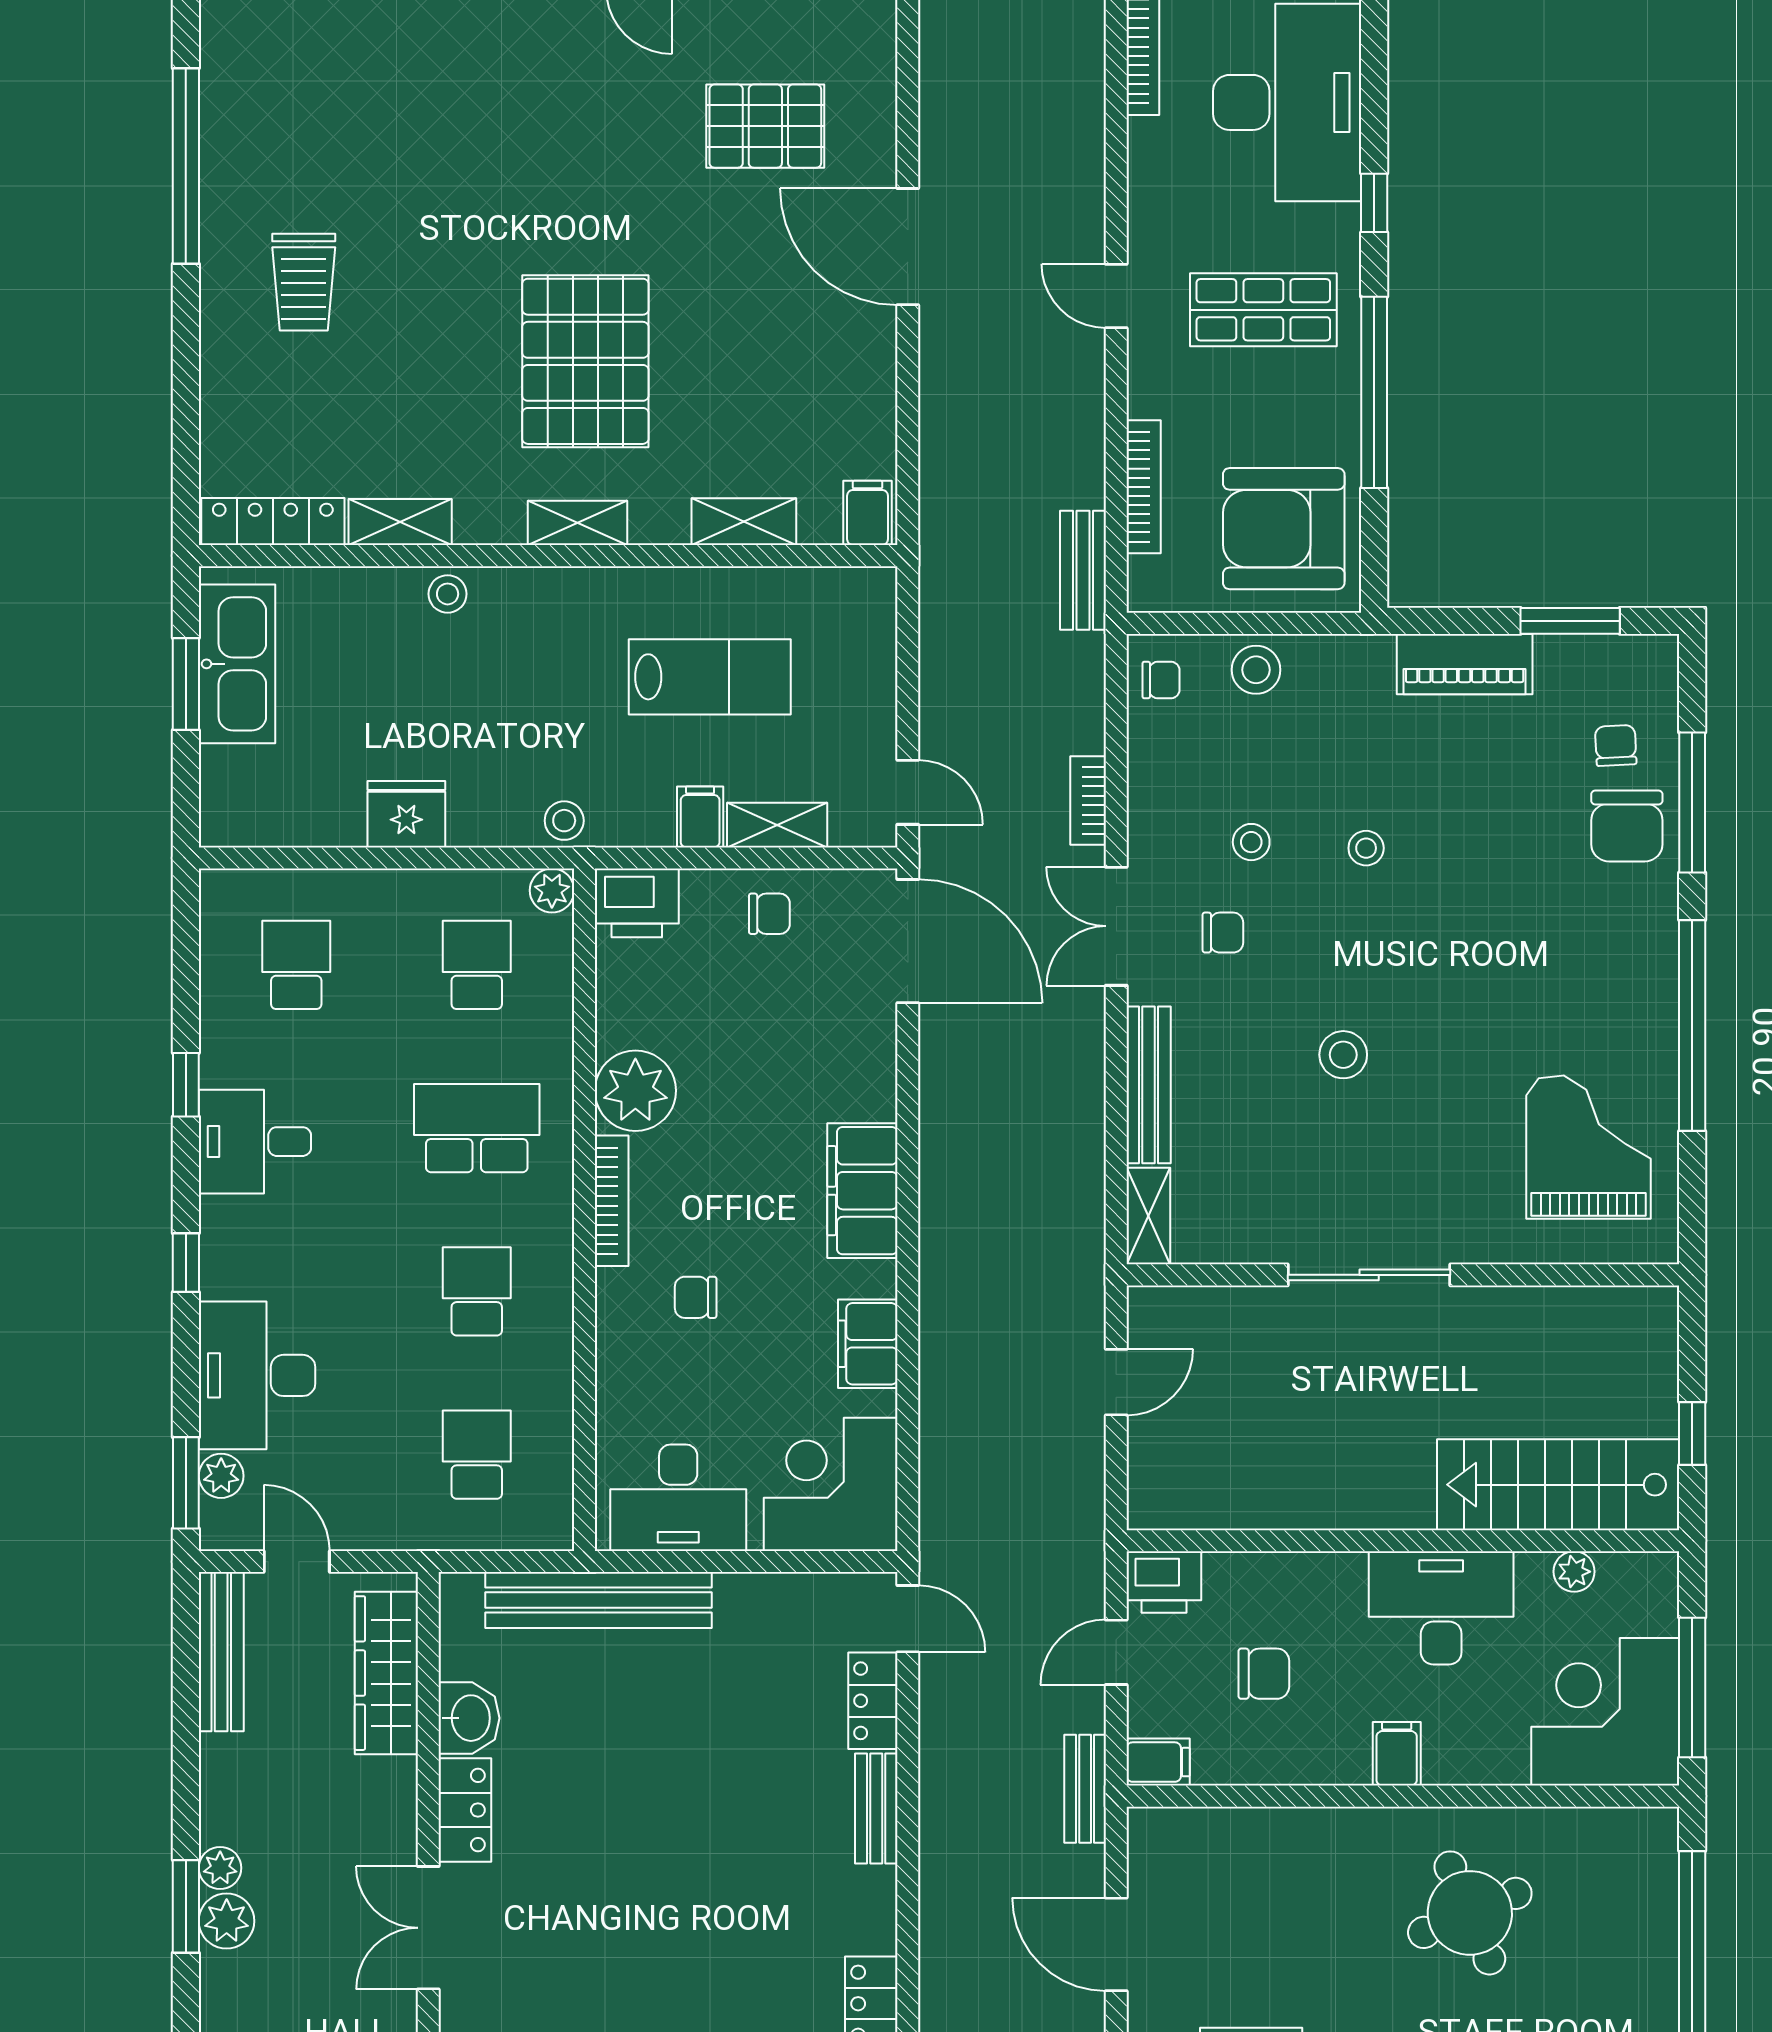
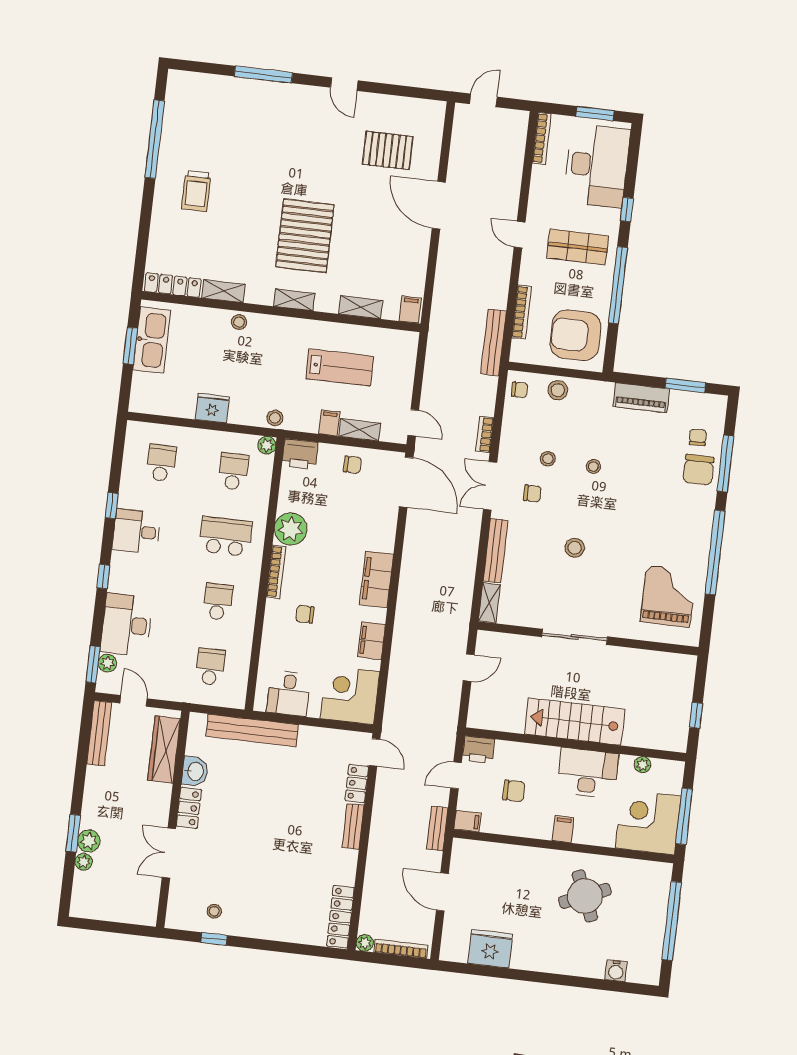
bench: (1083, 570) -> (493, 342), width x1.36
stairs: (1558, 1485) -> (575, 722), moved
desk: (678, 1498) -> (289, 693), width x0.73
plant: (220, 1868) -> (84, 862), moved

